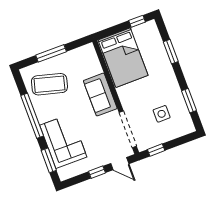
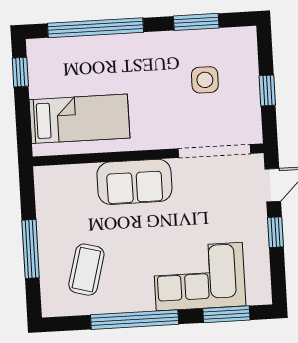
window: (171, 52) -> (96, 28), width x2.11
bed: (123, 58) -> (79, 119), width x0.67
coffee table: (49, 84) -> (86, 270), width x0.73, depth x0.76
window: (156, 150) -> (267, 90), moved

